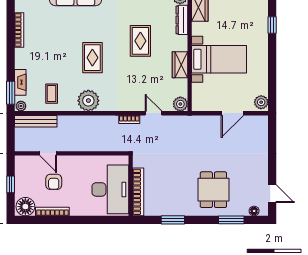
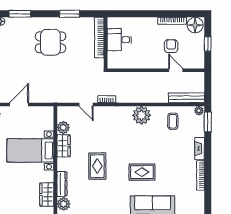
rug: (92, 58) -> (142, 172), moved, turned 90
fireplace: (20, 82) -> (200, 149), moved
plant: (180, 104) -> (63, 128), moved
desk: (110, 189) -> (119, 40), width x0.53, depth x0.77
dining table: (213, 190) -> (50, 42), moved, turned 90

